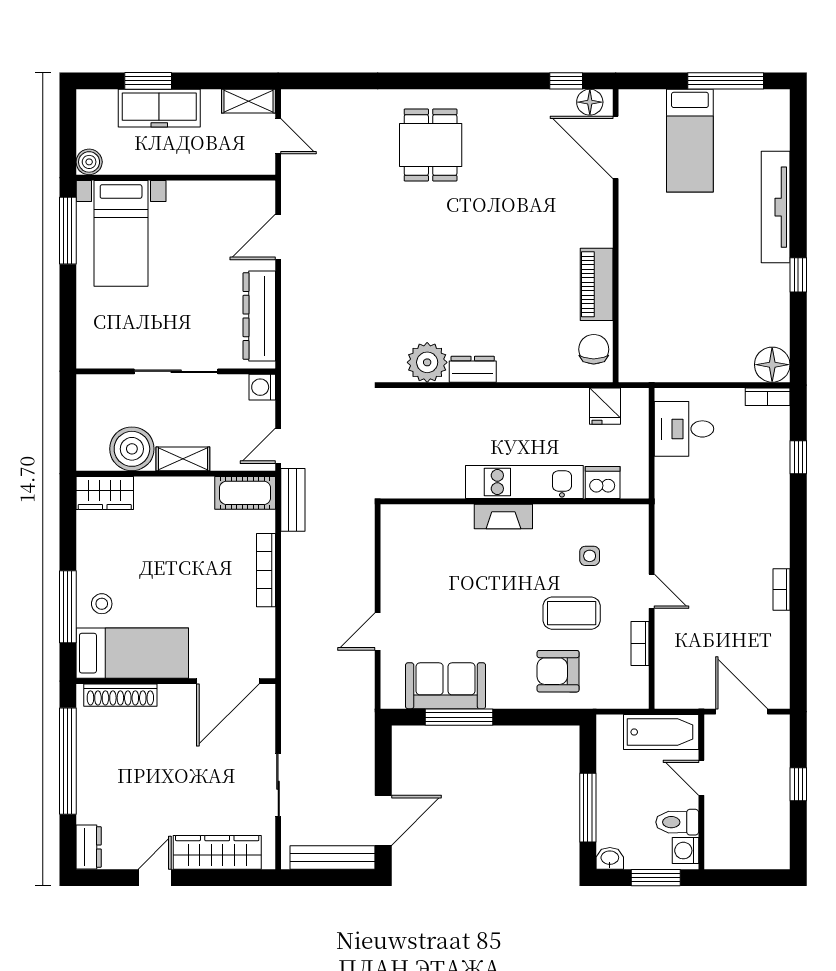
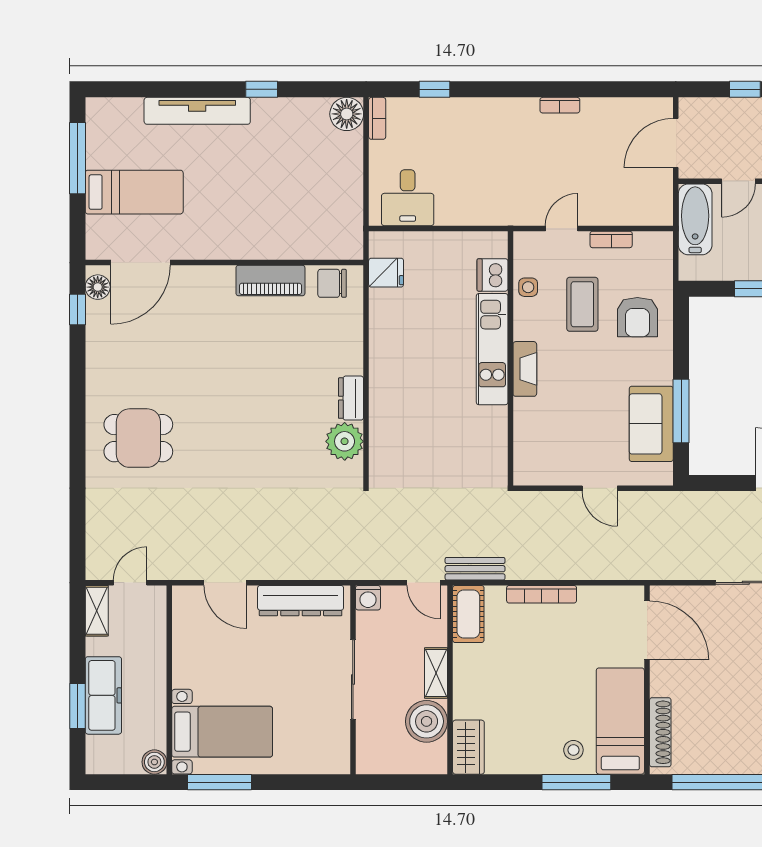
kitchen unit: (524, 482) -> (492, 349), moved
dishwasher: (603, 482) -> (492, 275), moved
wall: (515, 501) -> (510, 358), moved
fireplace: (503, 516) -> (525, 369), moved

